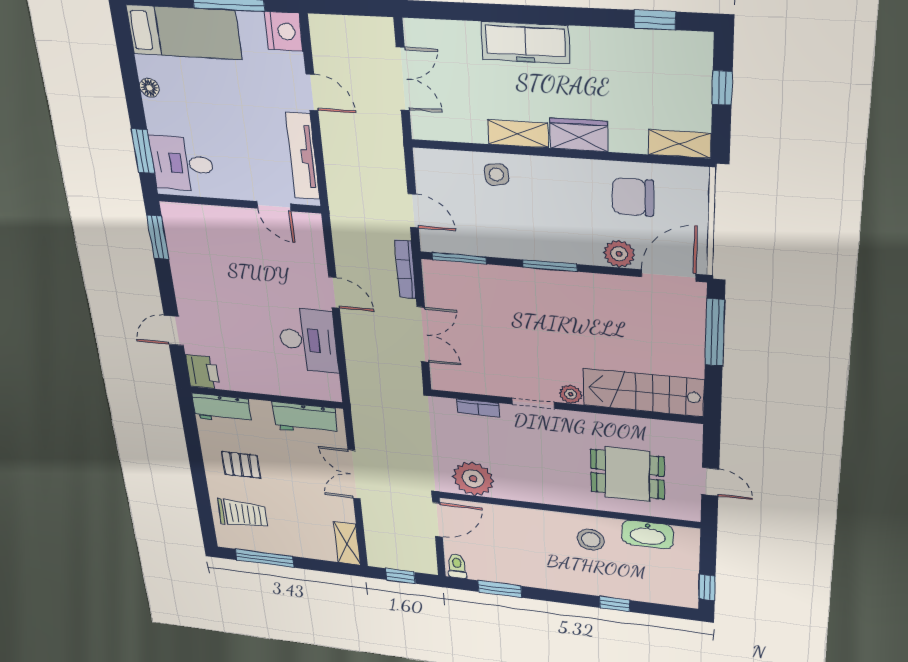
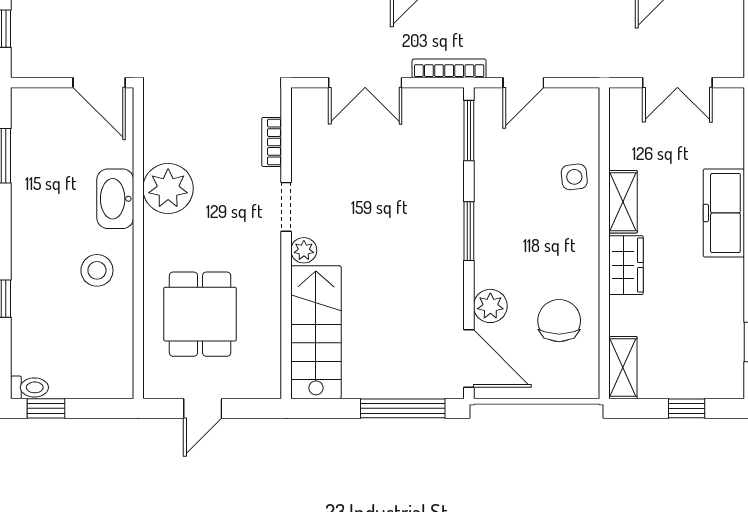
plant: (473, 479) -> (168, 188), moved
washbasin: (648, 535) -> (115, 199), moved
toilet: (457, 566) -> (29, 387), moved

